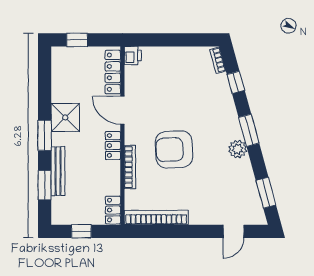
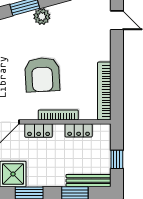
bench: (58, 171) -> (88, 181), moved
locker: (113, 210) -> (79, 130), moved

